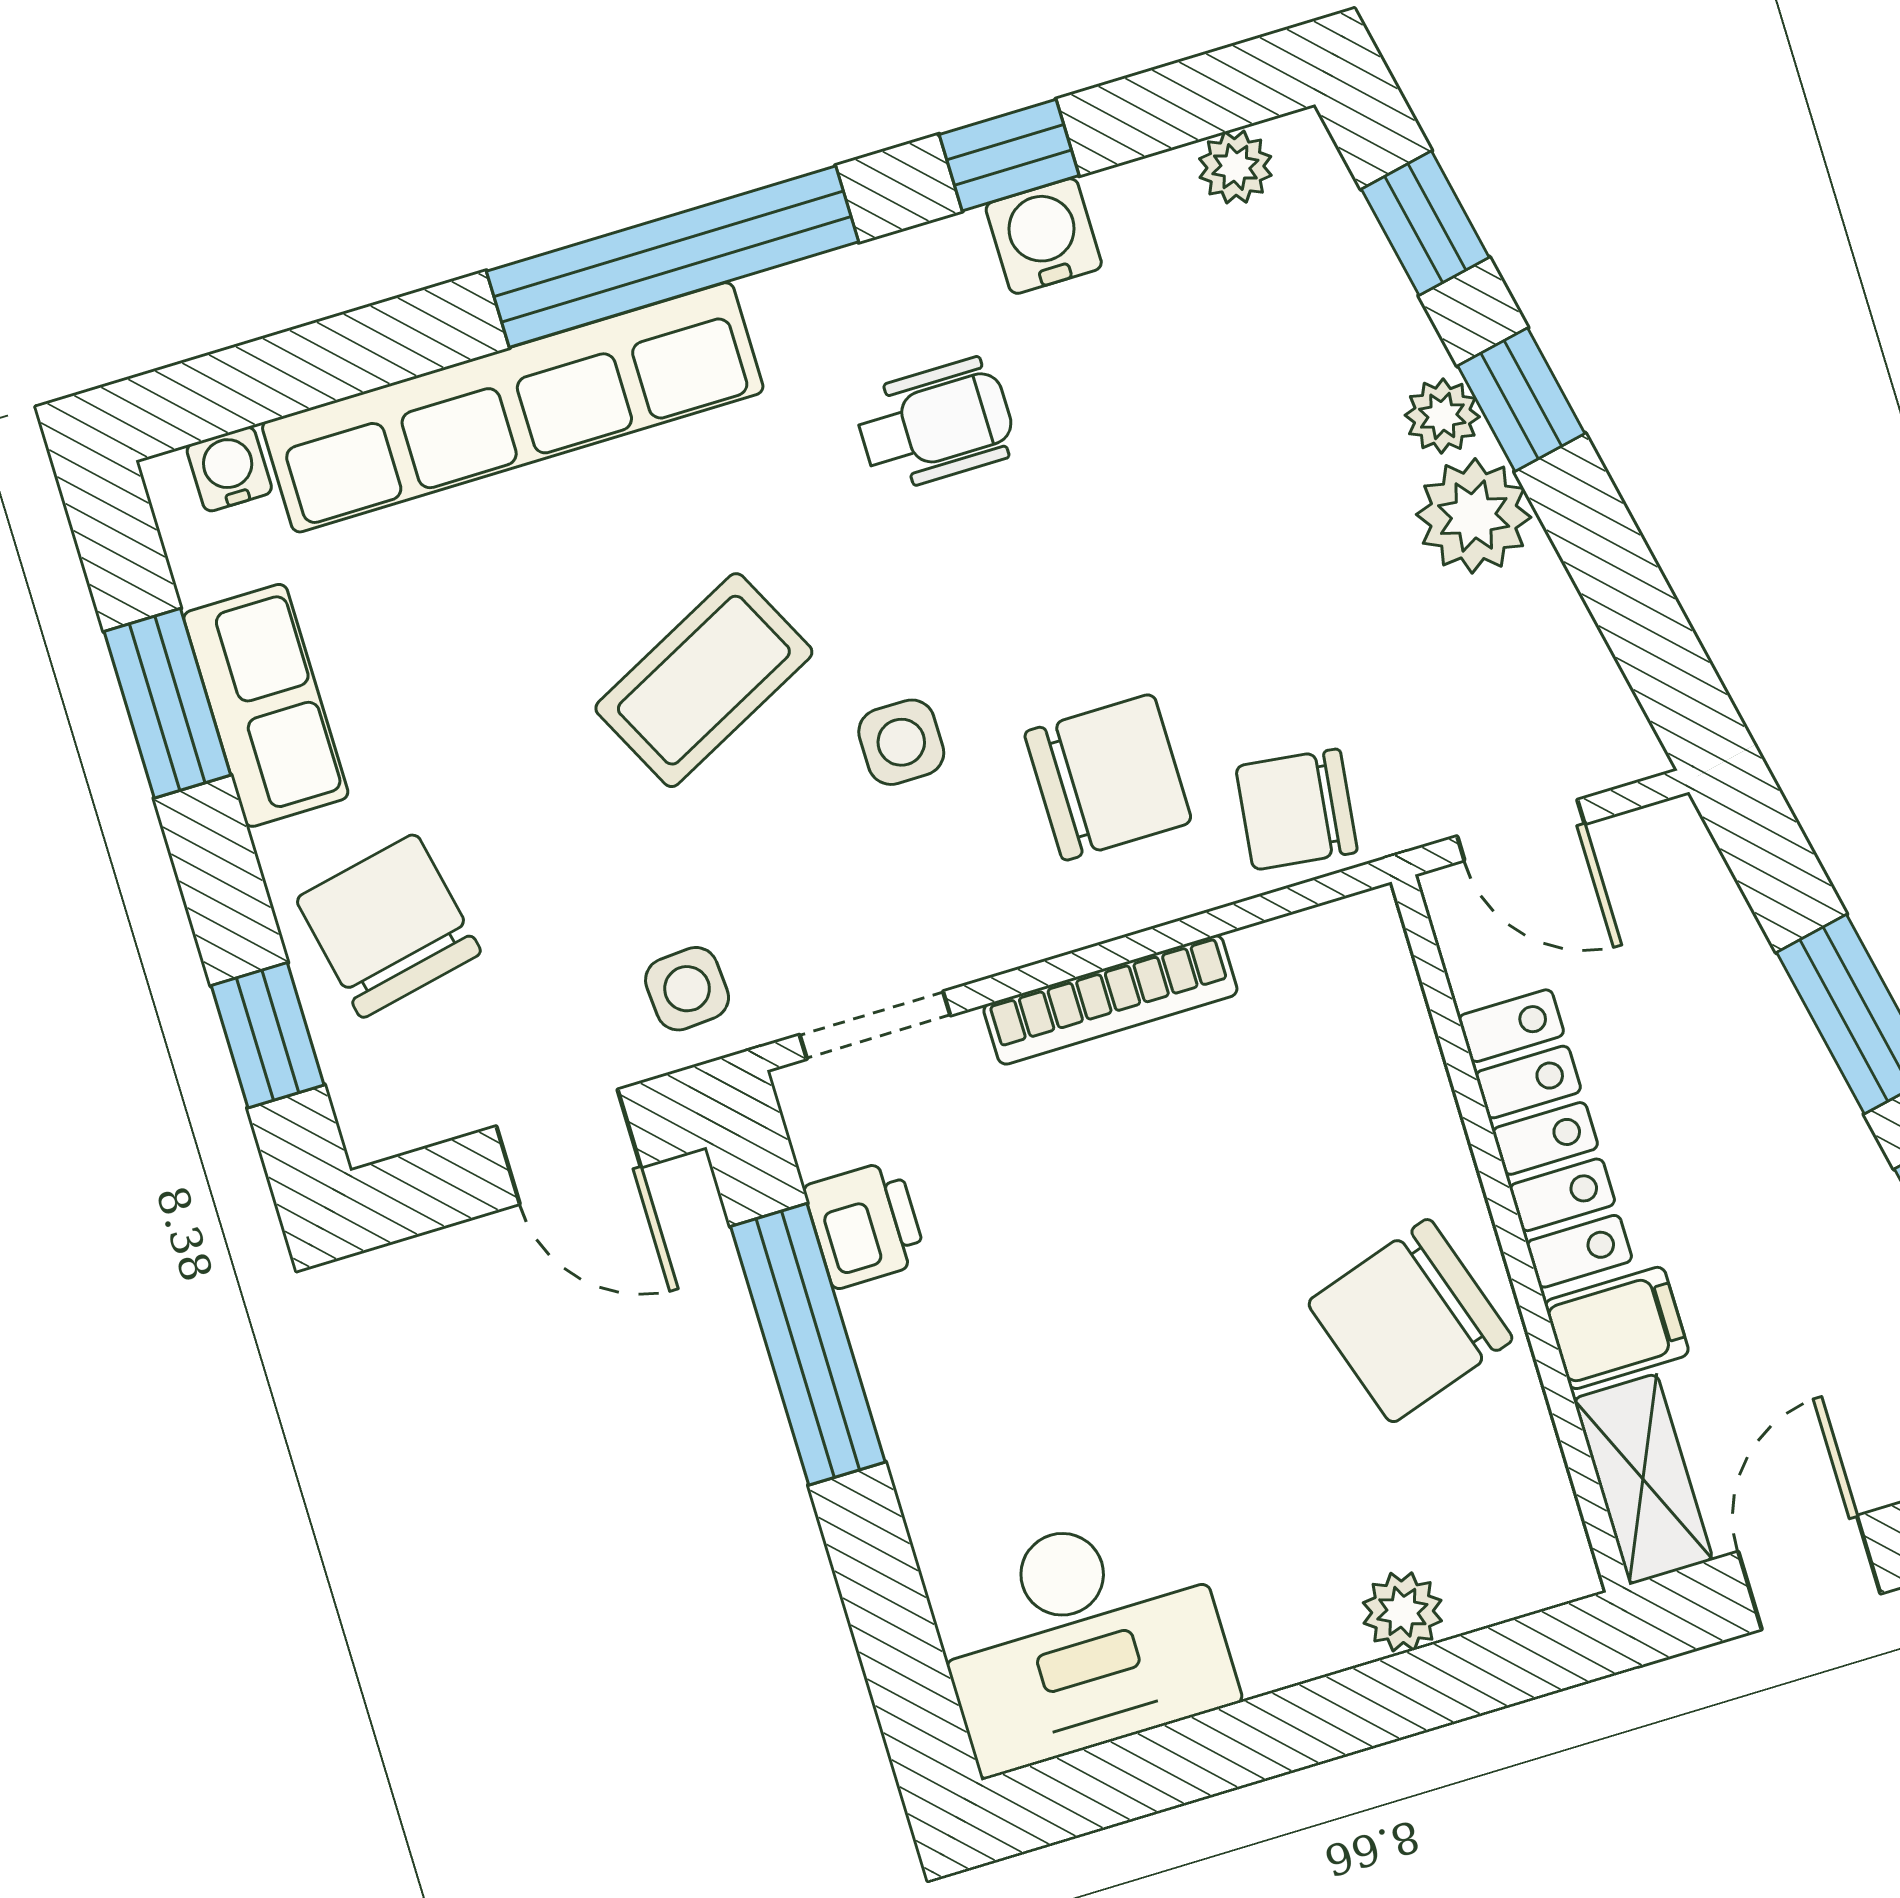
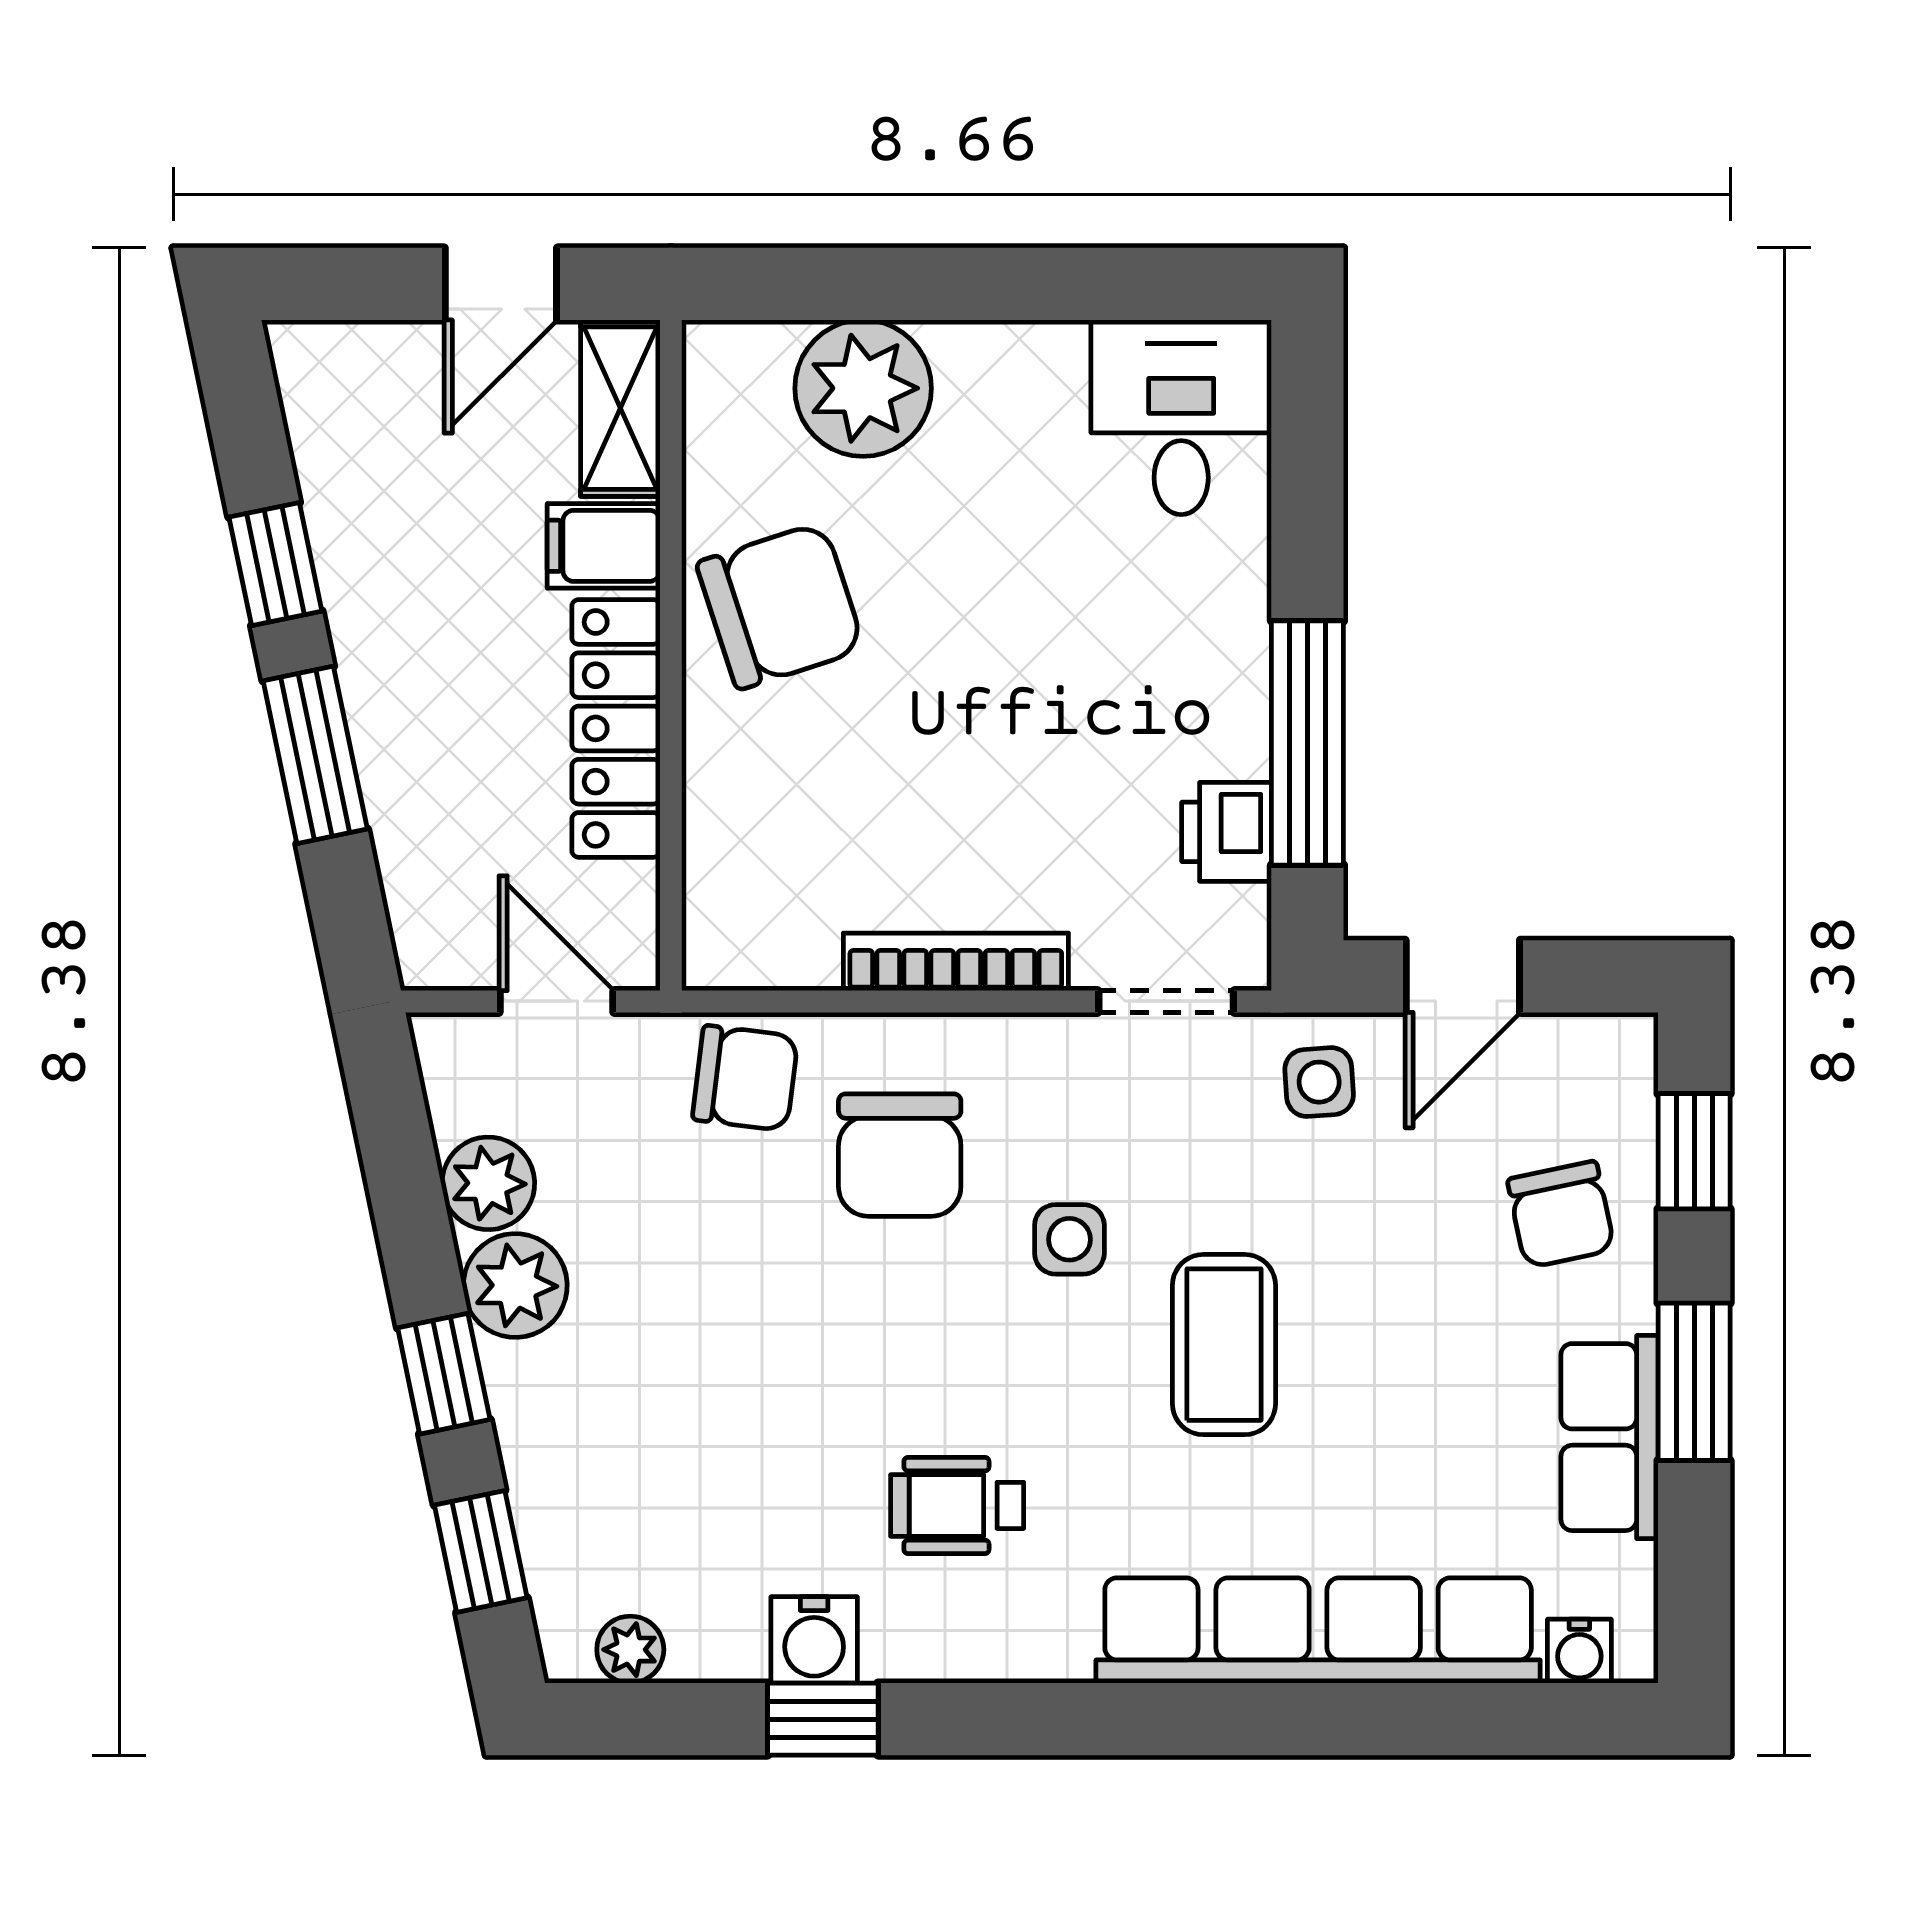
window: (673, 257) -> (1140, 1719), removed
plant: (1442, 416) -> (488, 1183), moved, width x1.38, depth x1.38
coffee table: (704, 680) -> (1224, 1345), turned -63
window: (167, 703) -> (1694, 1382), moved
chair: (1108, 777) -> (900, 1155), turned -90
chair: (388, 926) -> (1561, 1214), width x0.73, depth x0.73
door: (569, 1147) -> (1463, 976), swing flipped
plant: (1402, 1612) -> (863, 388), width x1.88, depth x1.88
desk: (1081, 1638) -> (1181, 417), width x0.73

